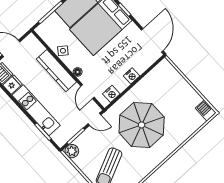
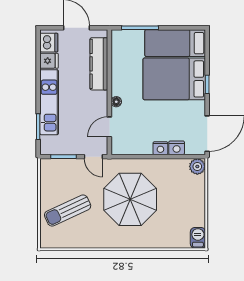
side table: (63, 51) -> (120, 71), removed
kitchen counter: (56, 71) -> (99, 64), moved
nightstand: (111, 94) -> (177, 148), moved
plant: (72, 151) -> (197, 167), moved

